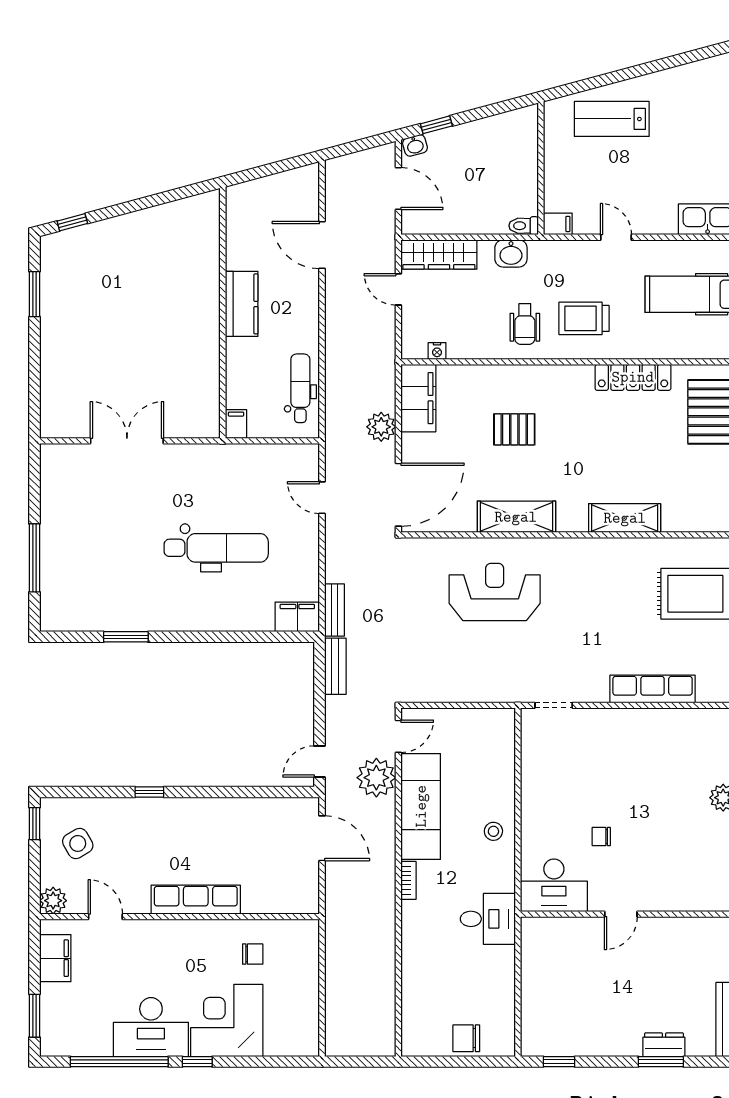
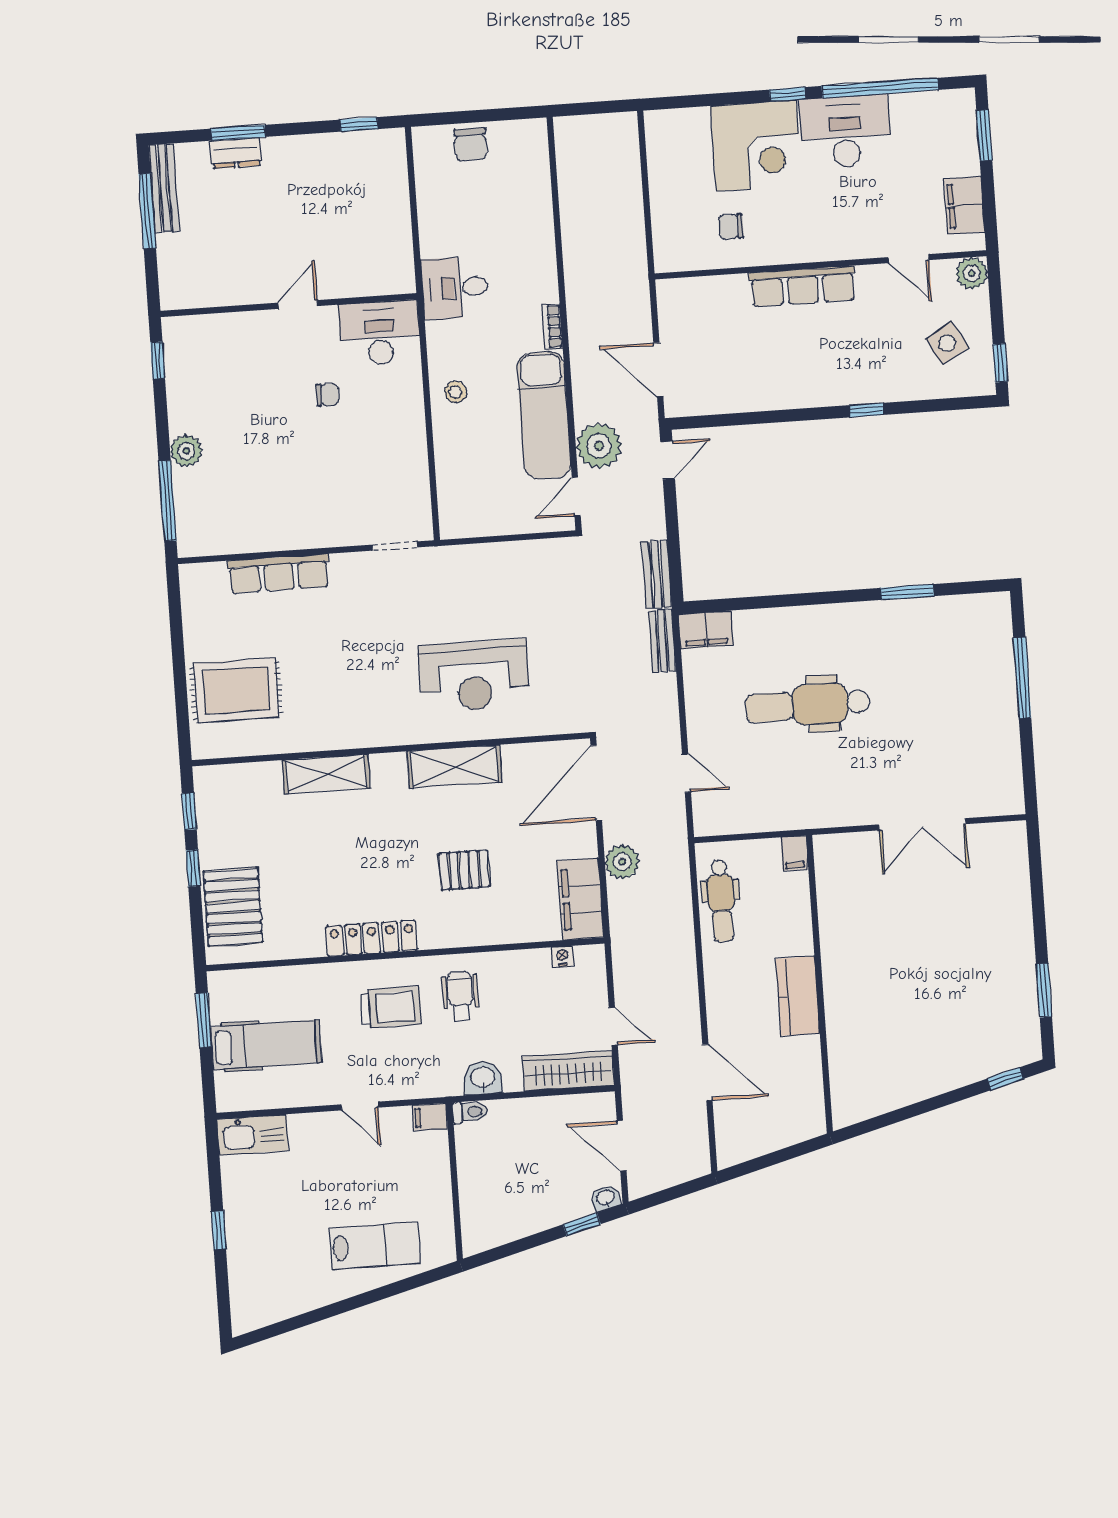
locker: (633, 377) -> (372, 938), moved
chair: (466, 1038) -> (471, 144), turned 90

